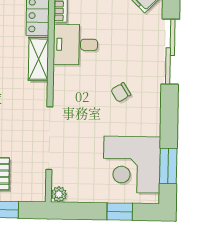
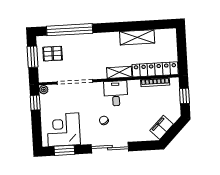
desk: (75, 45) -> (116, 93), moved
sliding door: (170, 52) -> (110, 148), moved
window: (120, 212) -> (35, 103), moved

